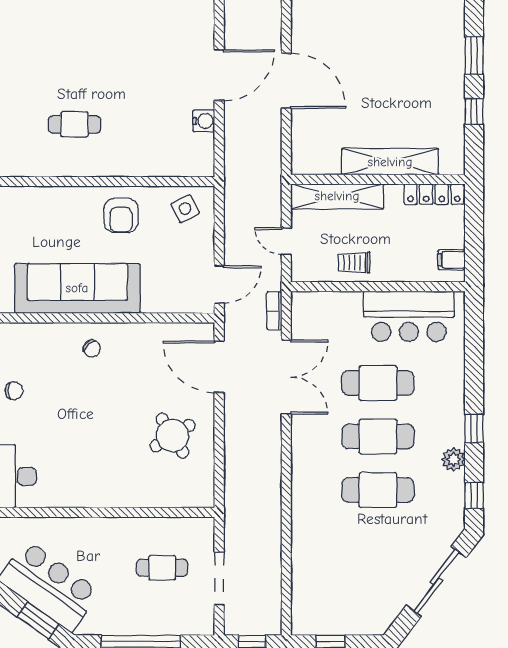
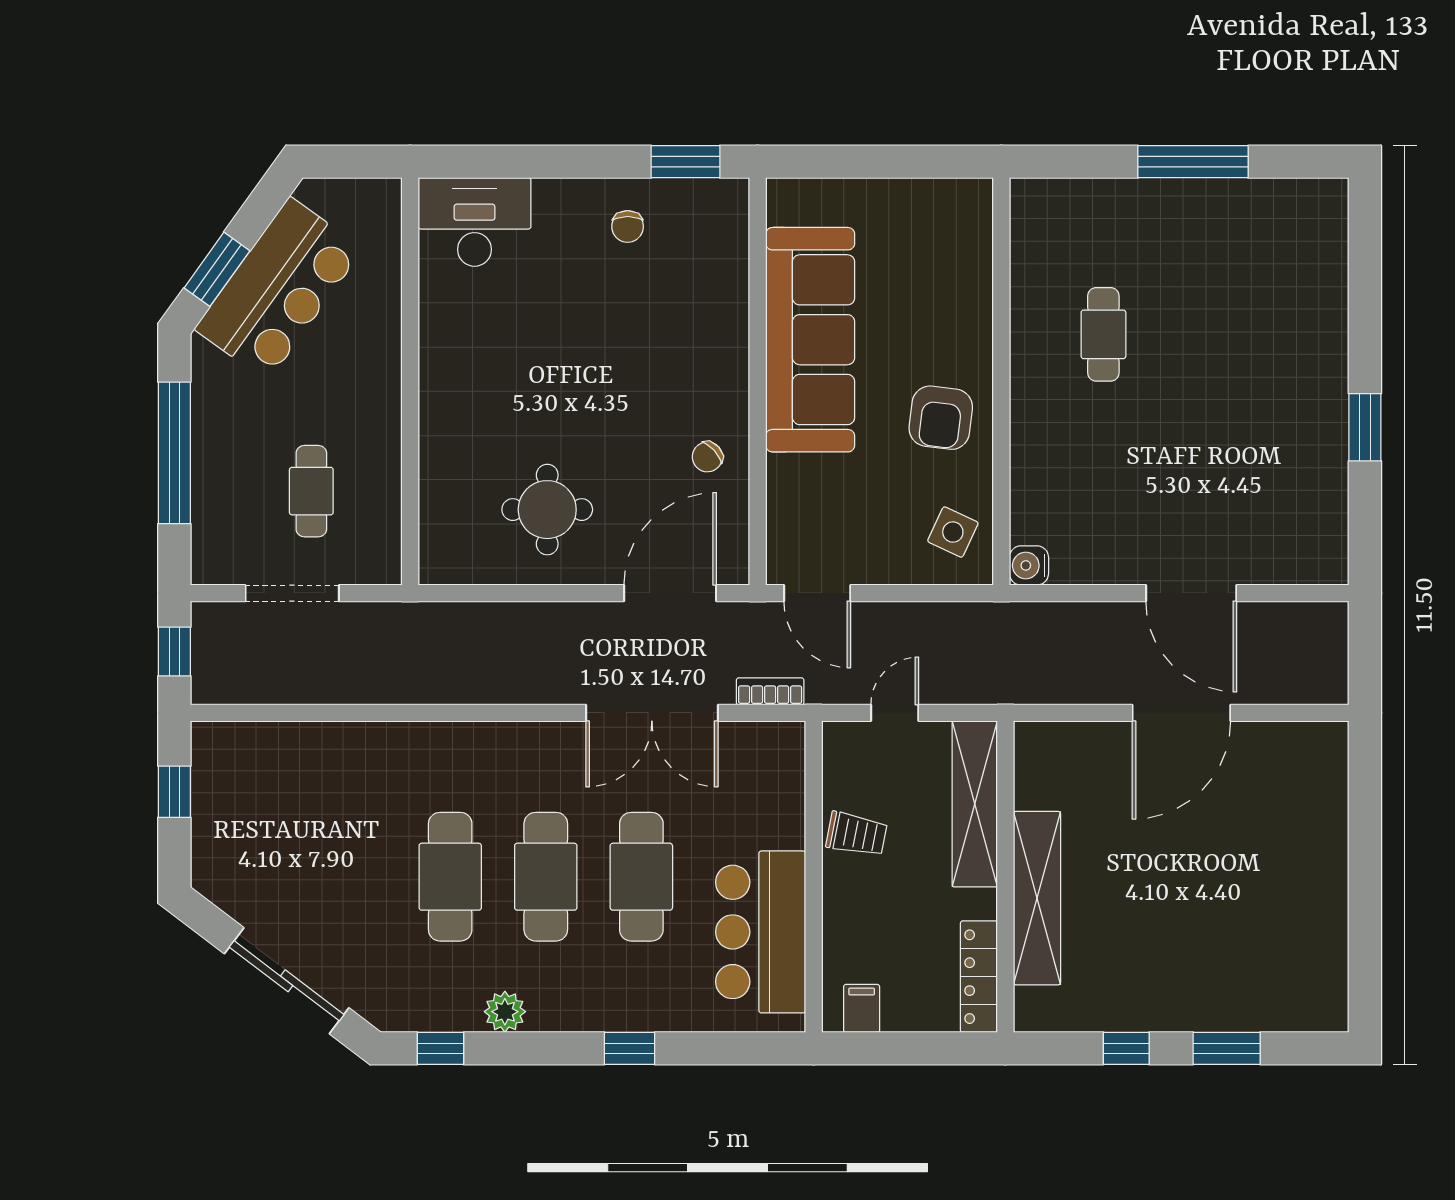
water cooler: (204, 121) -> (1029, 565), moved, turned 90
side table: (185, 209) -> (953, 532), turned -38
armchair: (121, 215) -> (941, 418), turned -83
trolley: (354, 263) -> (856, 834), turned 101
chair: (92, 349) -> (707, 457), moved
window: (474, 429) -> (630, 1048), moved
round table: (172, 436) -> (547, 510), turned 32

